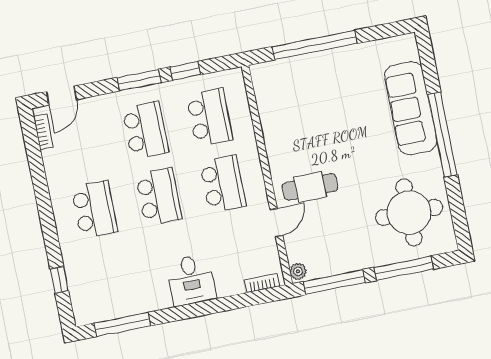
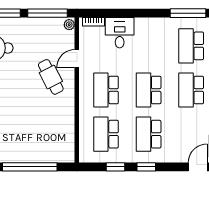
window: (139, 80) -> (146, 167), width x0.67
cafe table: (310, 187) -> (51, 77), turned 63
school desk: (108, 276) -> (191, 46), added
desk: (191, 280) -> (120, 33), moved

